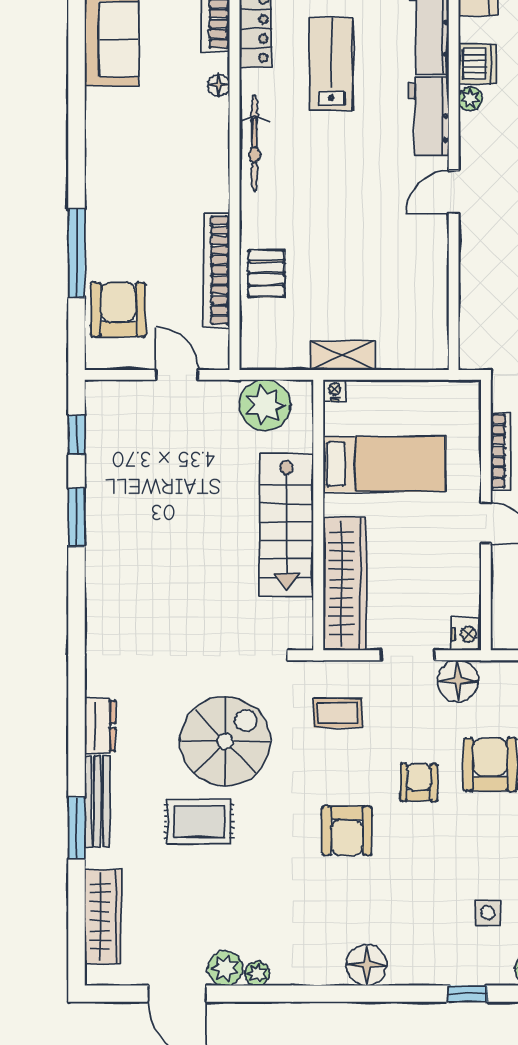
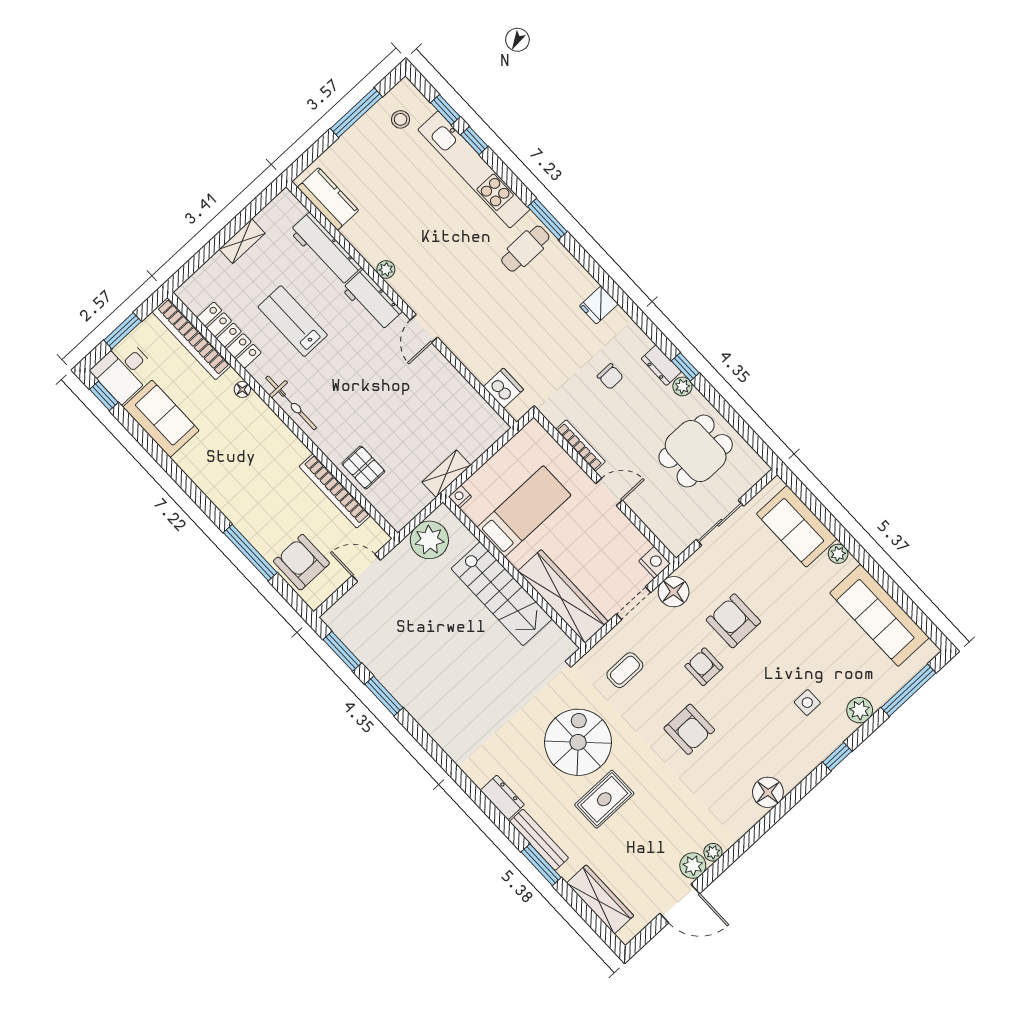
dishwasher: (477, 64) -> (503, 388), moved
window: (77, 435) -> (342, 651), width x1.50

